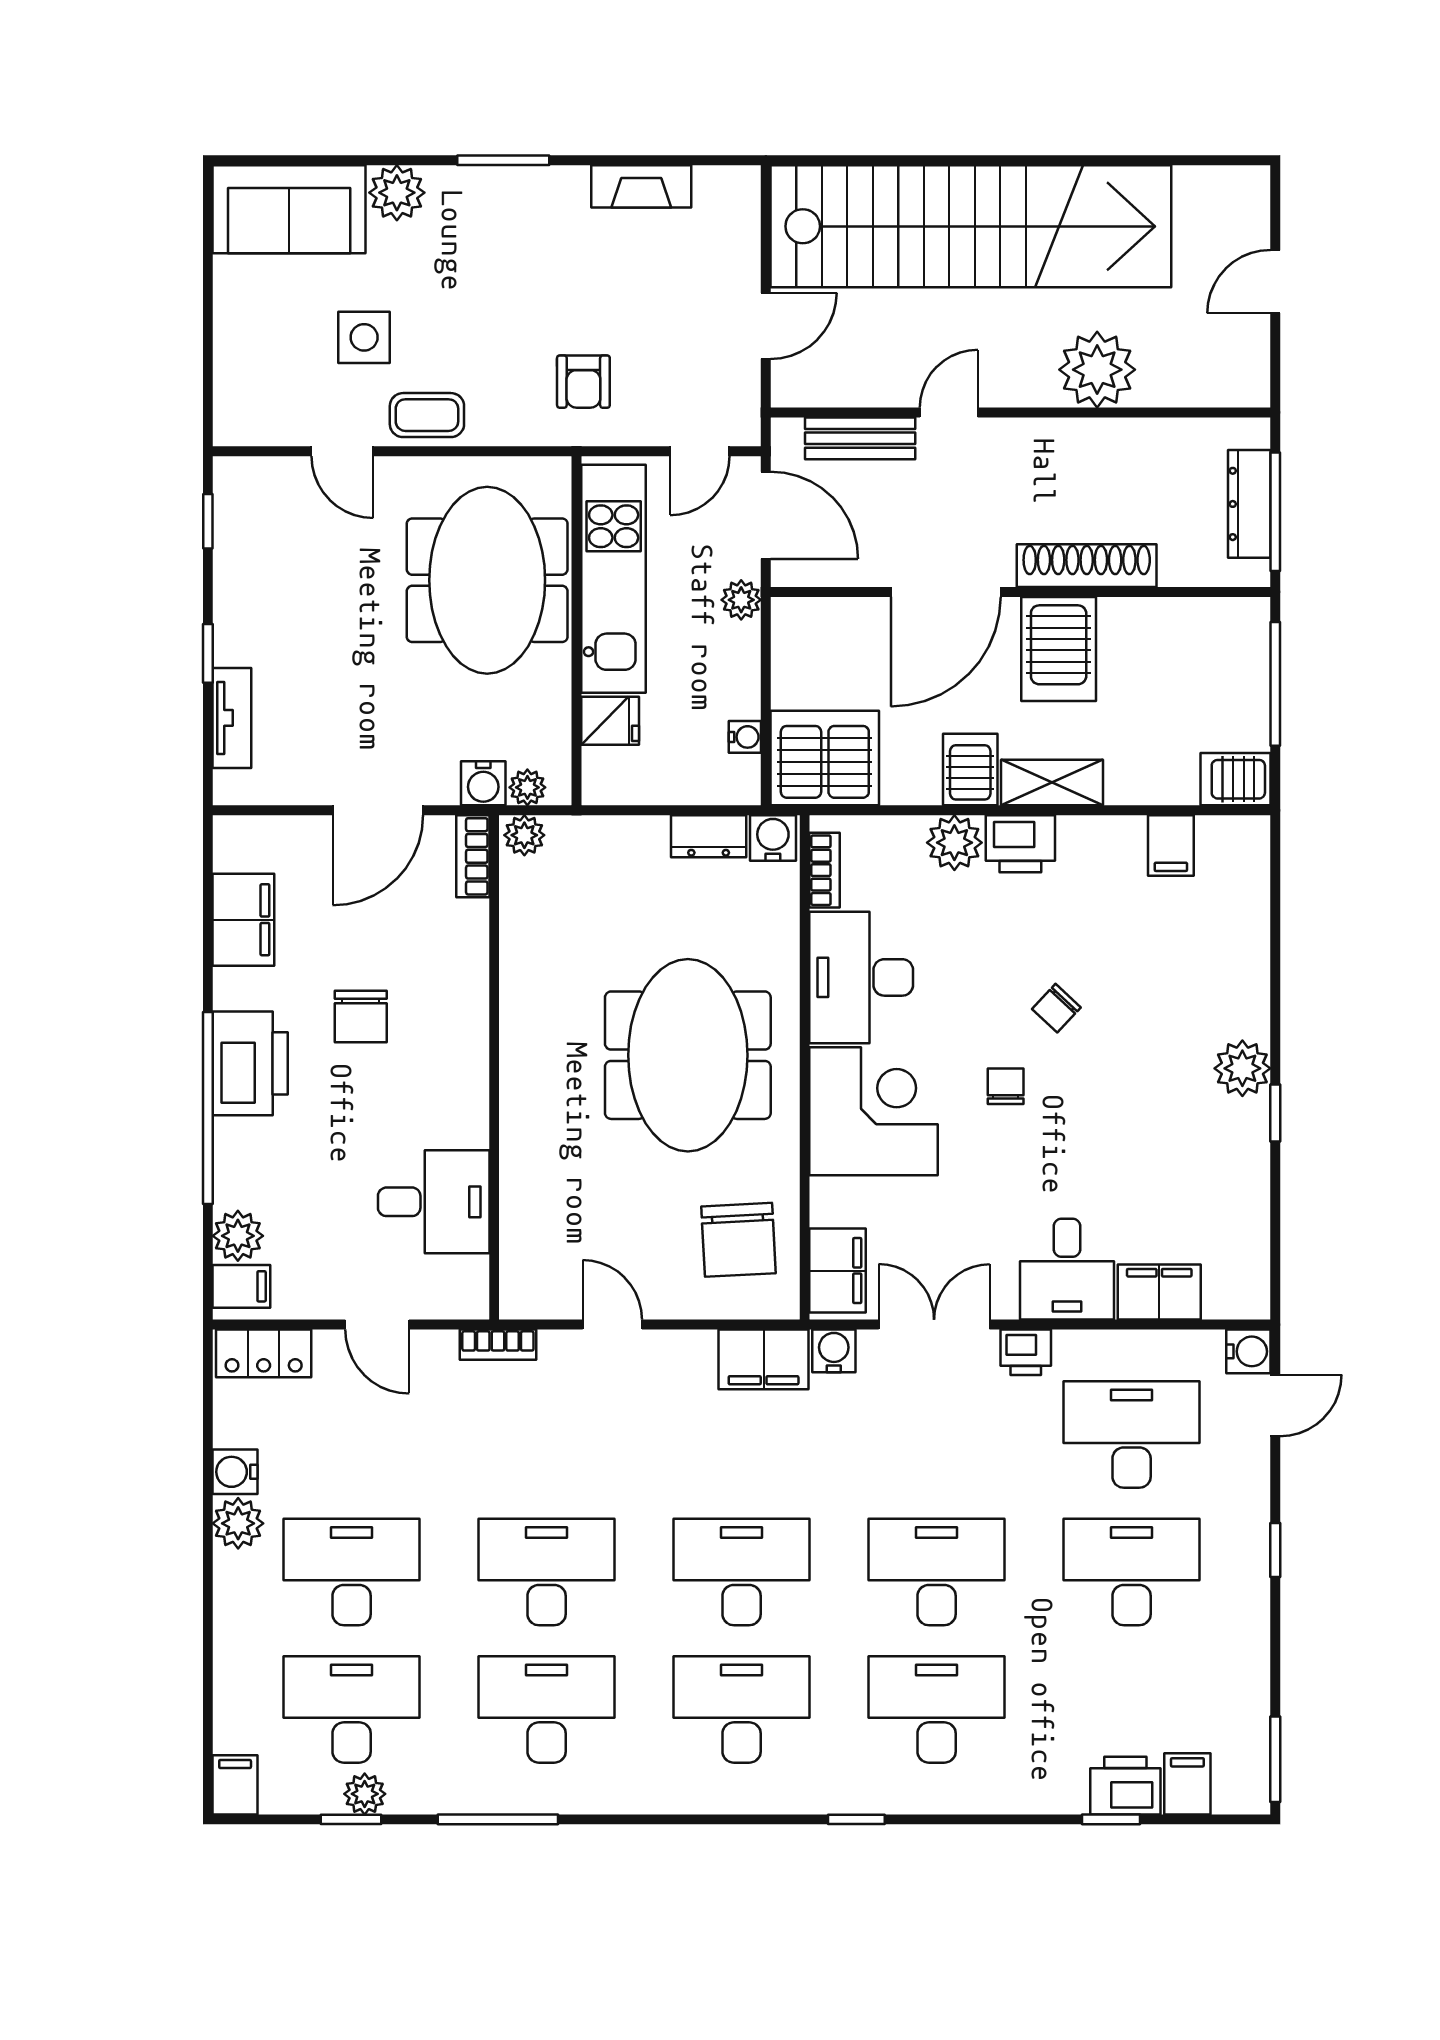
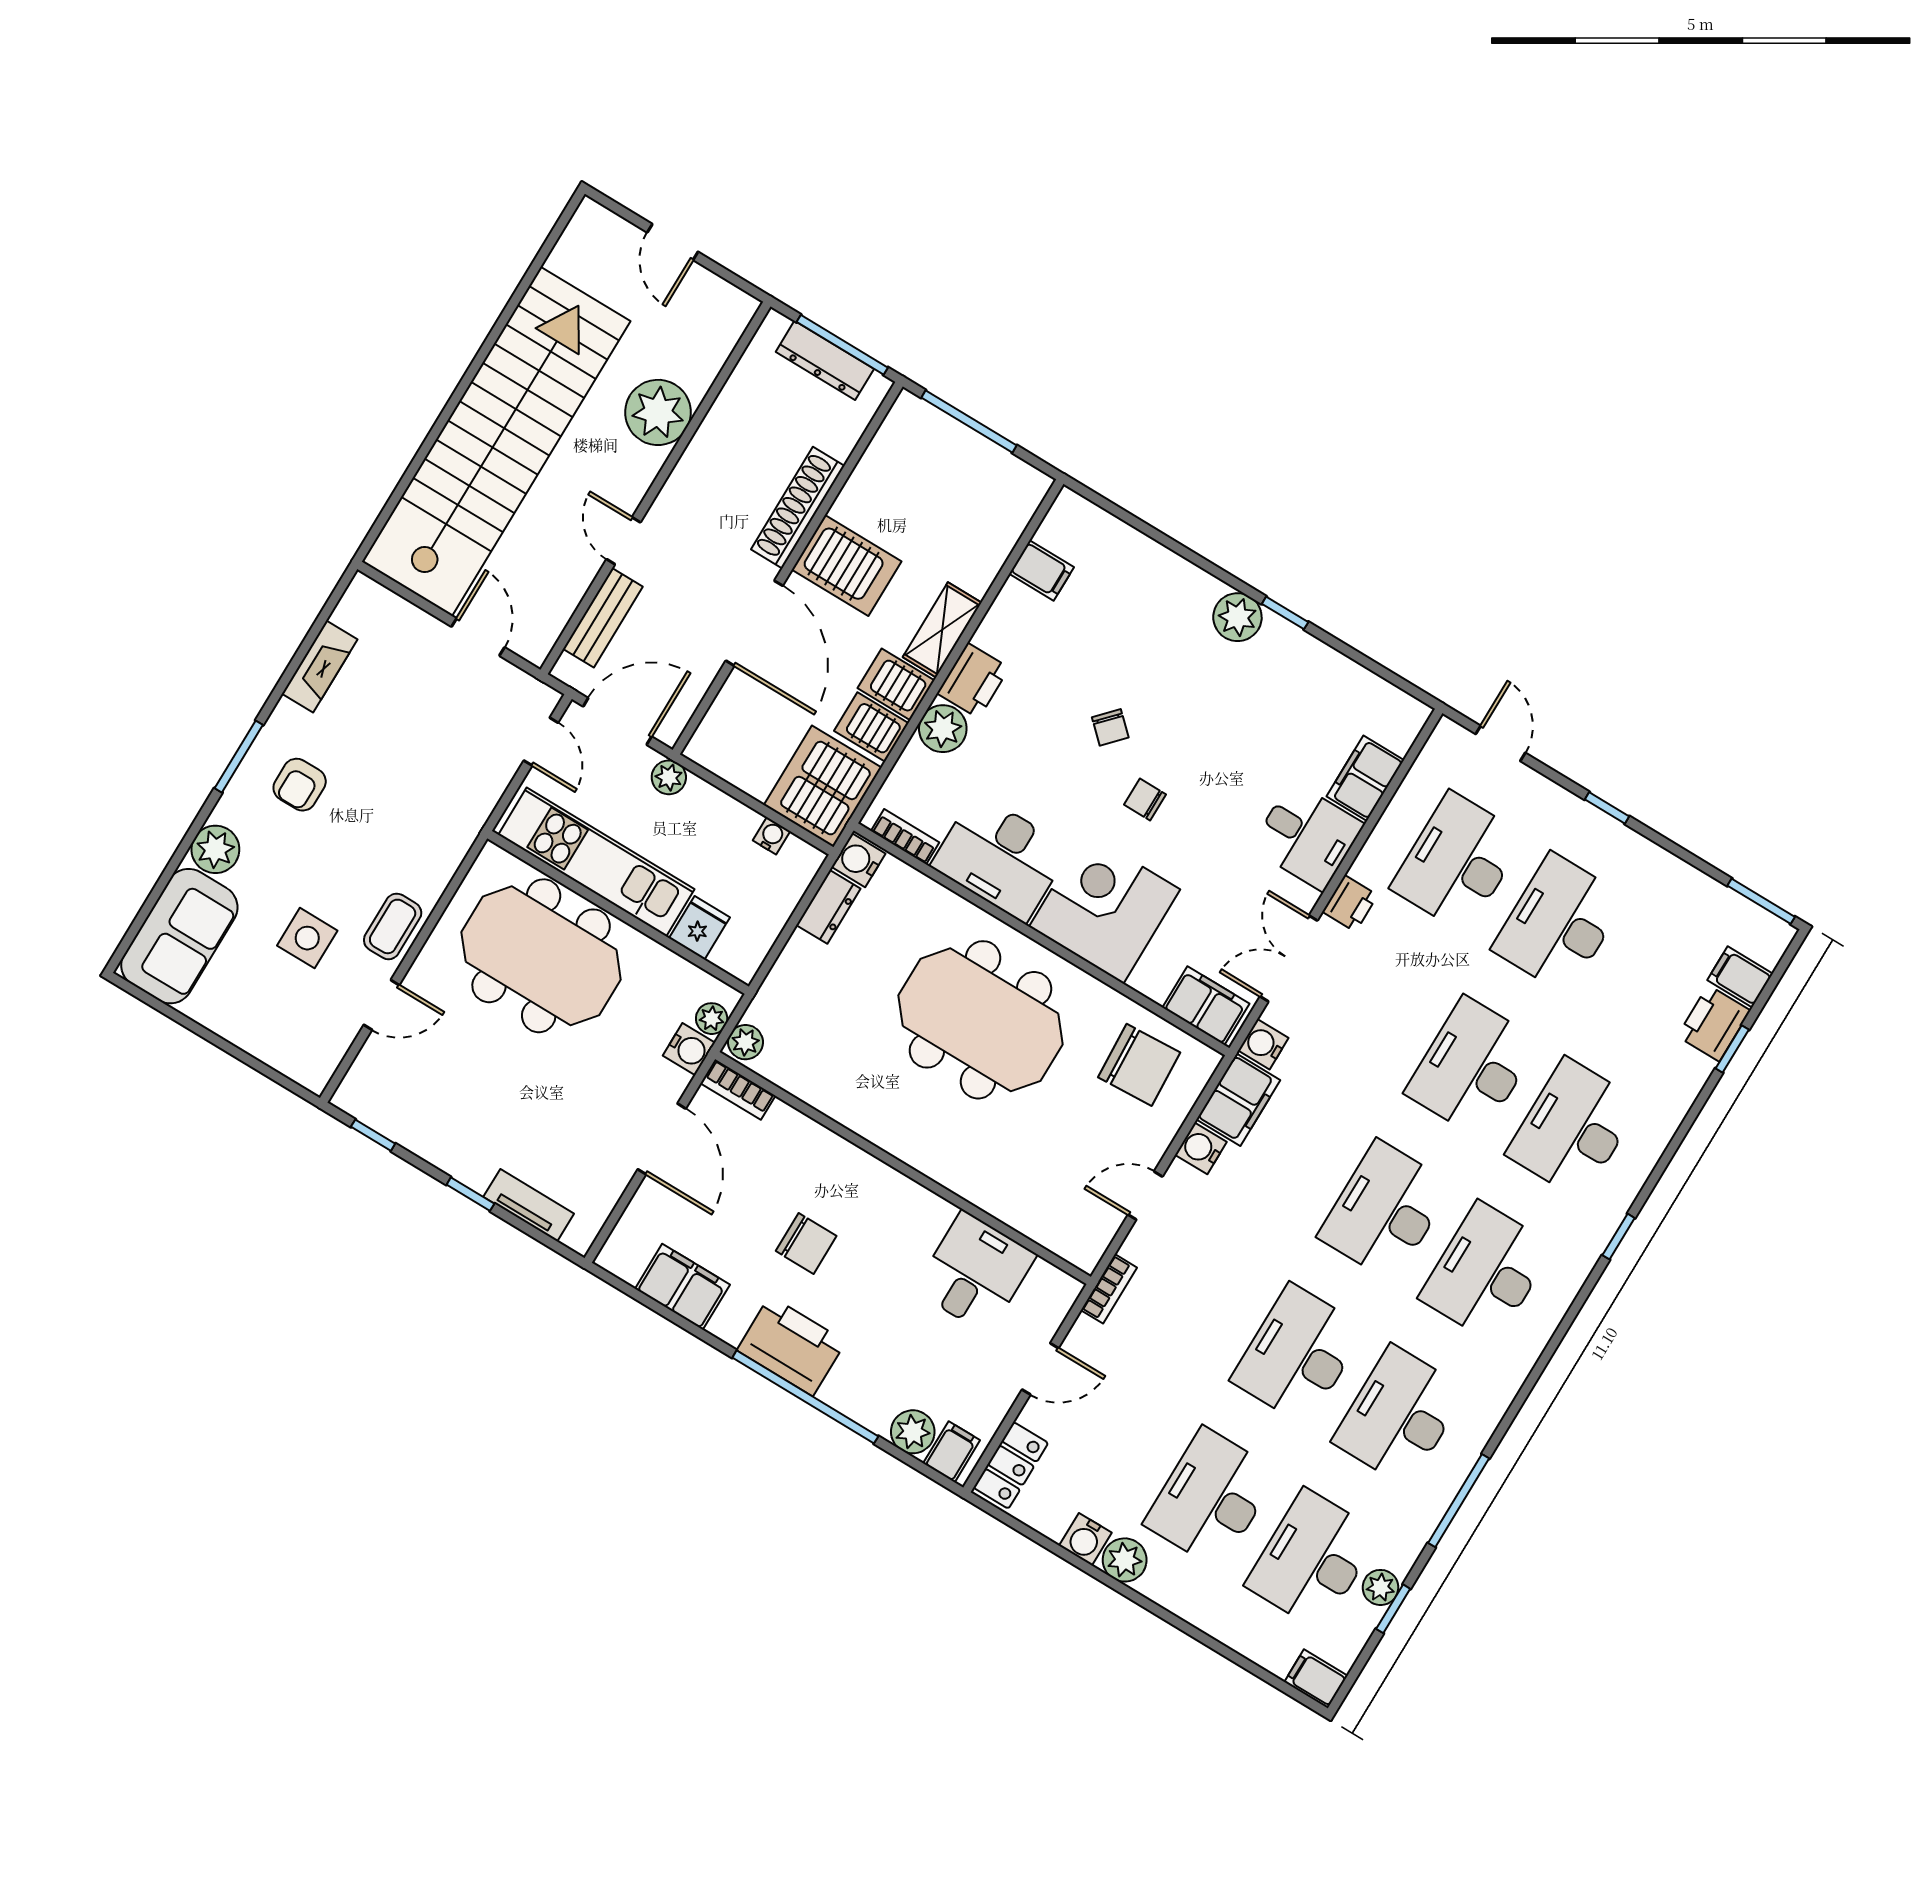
armchair: (583, 382) -> (300, 785), moved, turned 90
server rack: (1236, 779) -> (871, 727), moved, turned 90
water cooler: (1248, 1351) -> (1201, 1148), moved, turned -90

